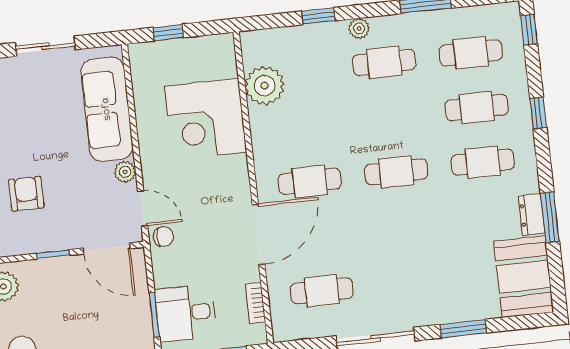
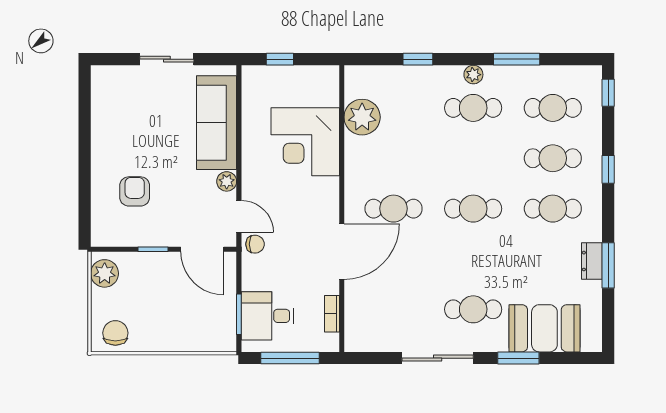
plant: (359, 28) -> (473, 75), moved
booth: (524, 277) -> (544, 328), moved, turned 90
cafe table: (322, 291) -> (473, 309), moved

